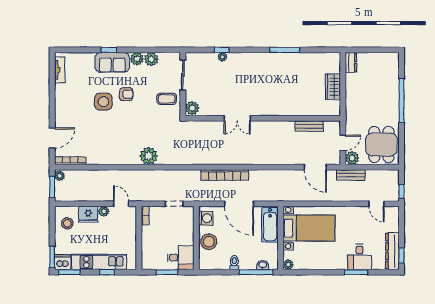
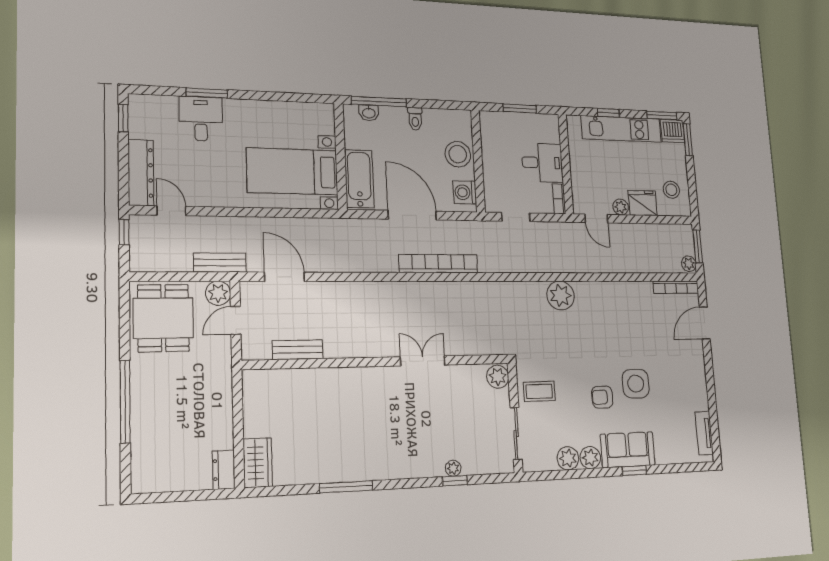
wardrobe: (333, 87) -> (258, 463), moved
dresser: (392, 251) -> (141, 173), moved
desk: (181, 258) -> (542, 163), moved, turned 180
plant: (288, 265) -> (326, 111), removed

